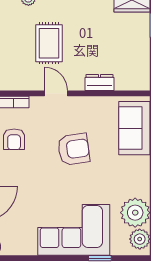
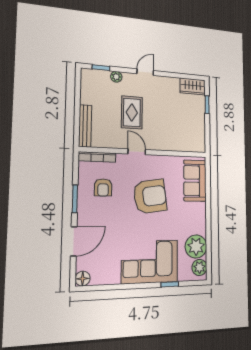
dresser: (99, 82) -> (170, 145), removed
armchair: (74, 149) -> (150, 196), width x1.36, depth x1.36

